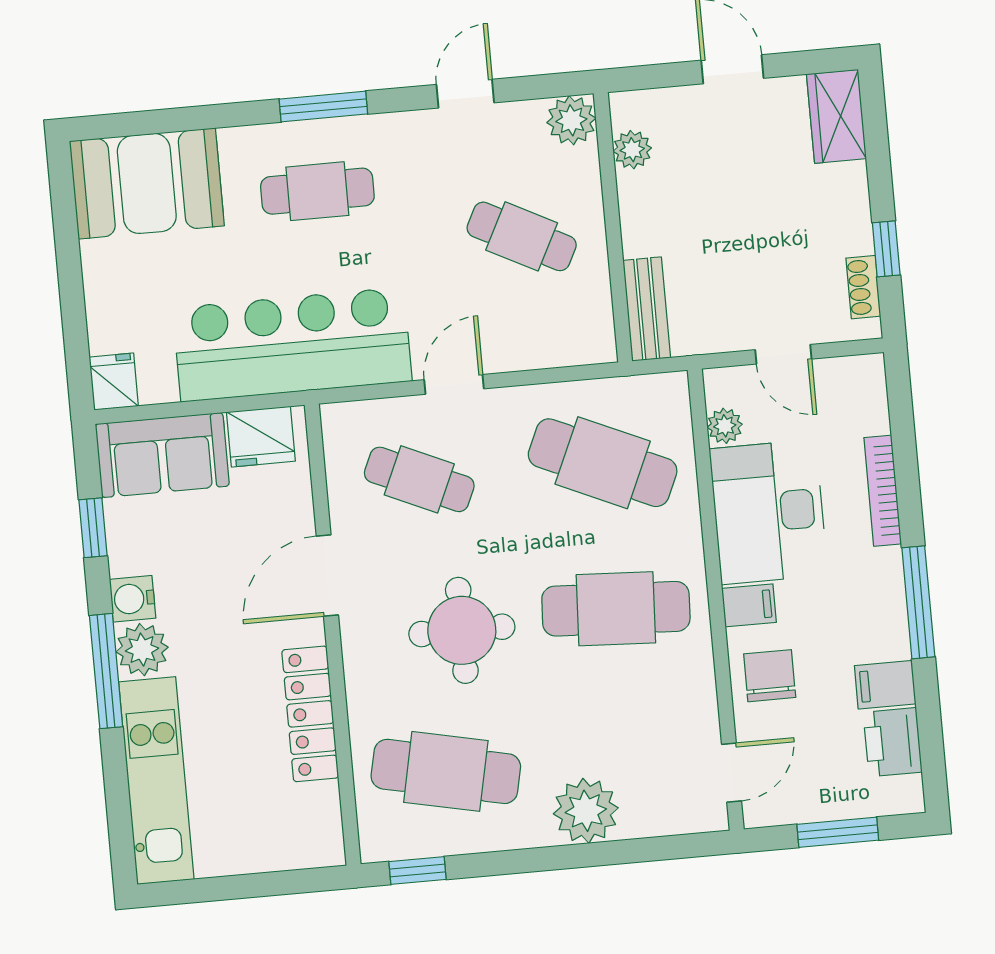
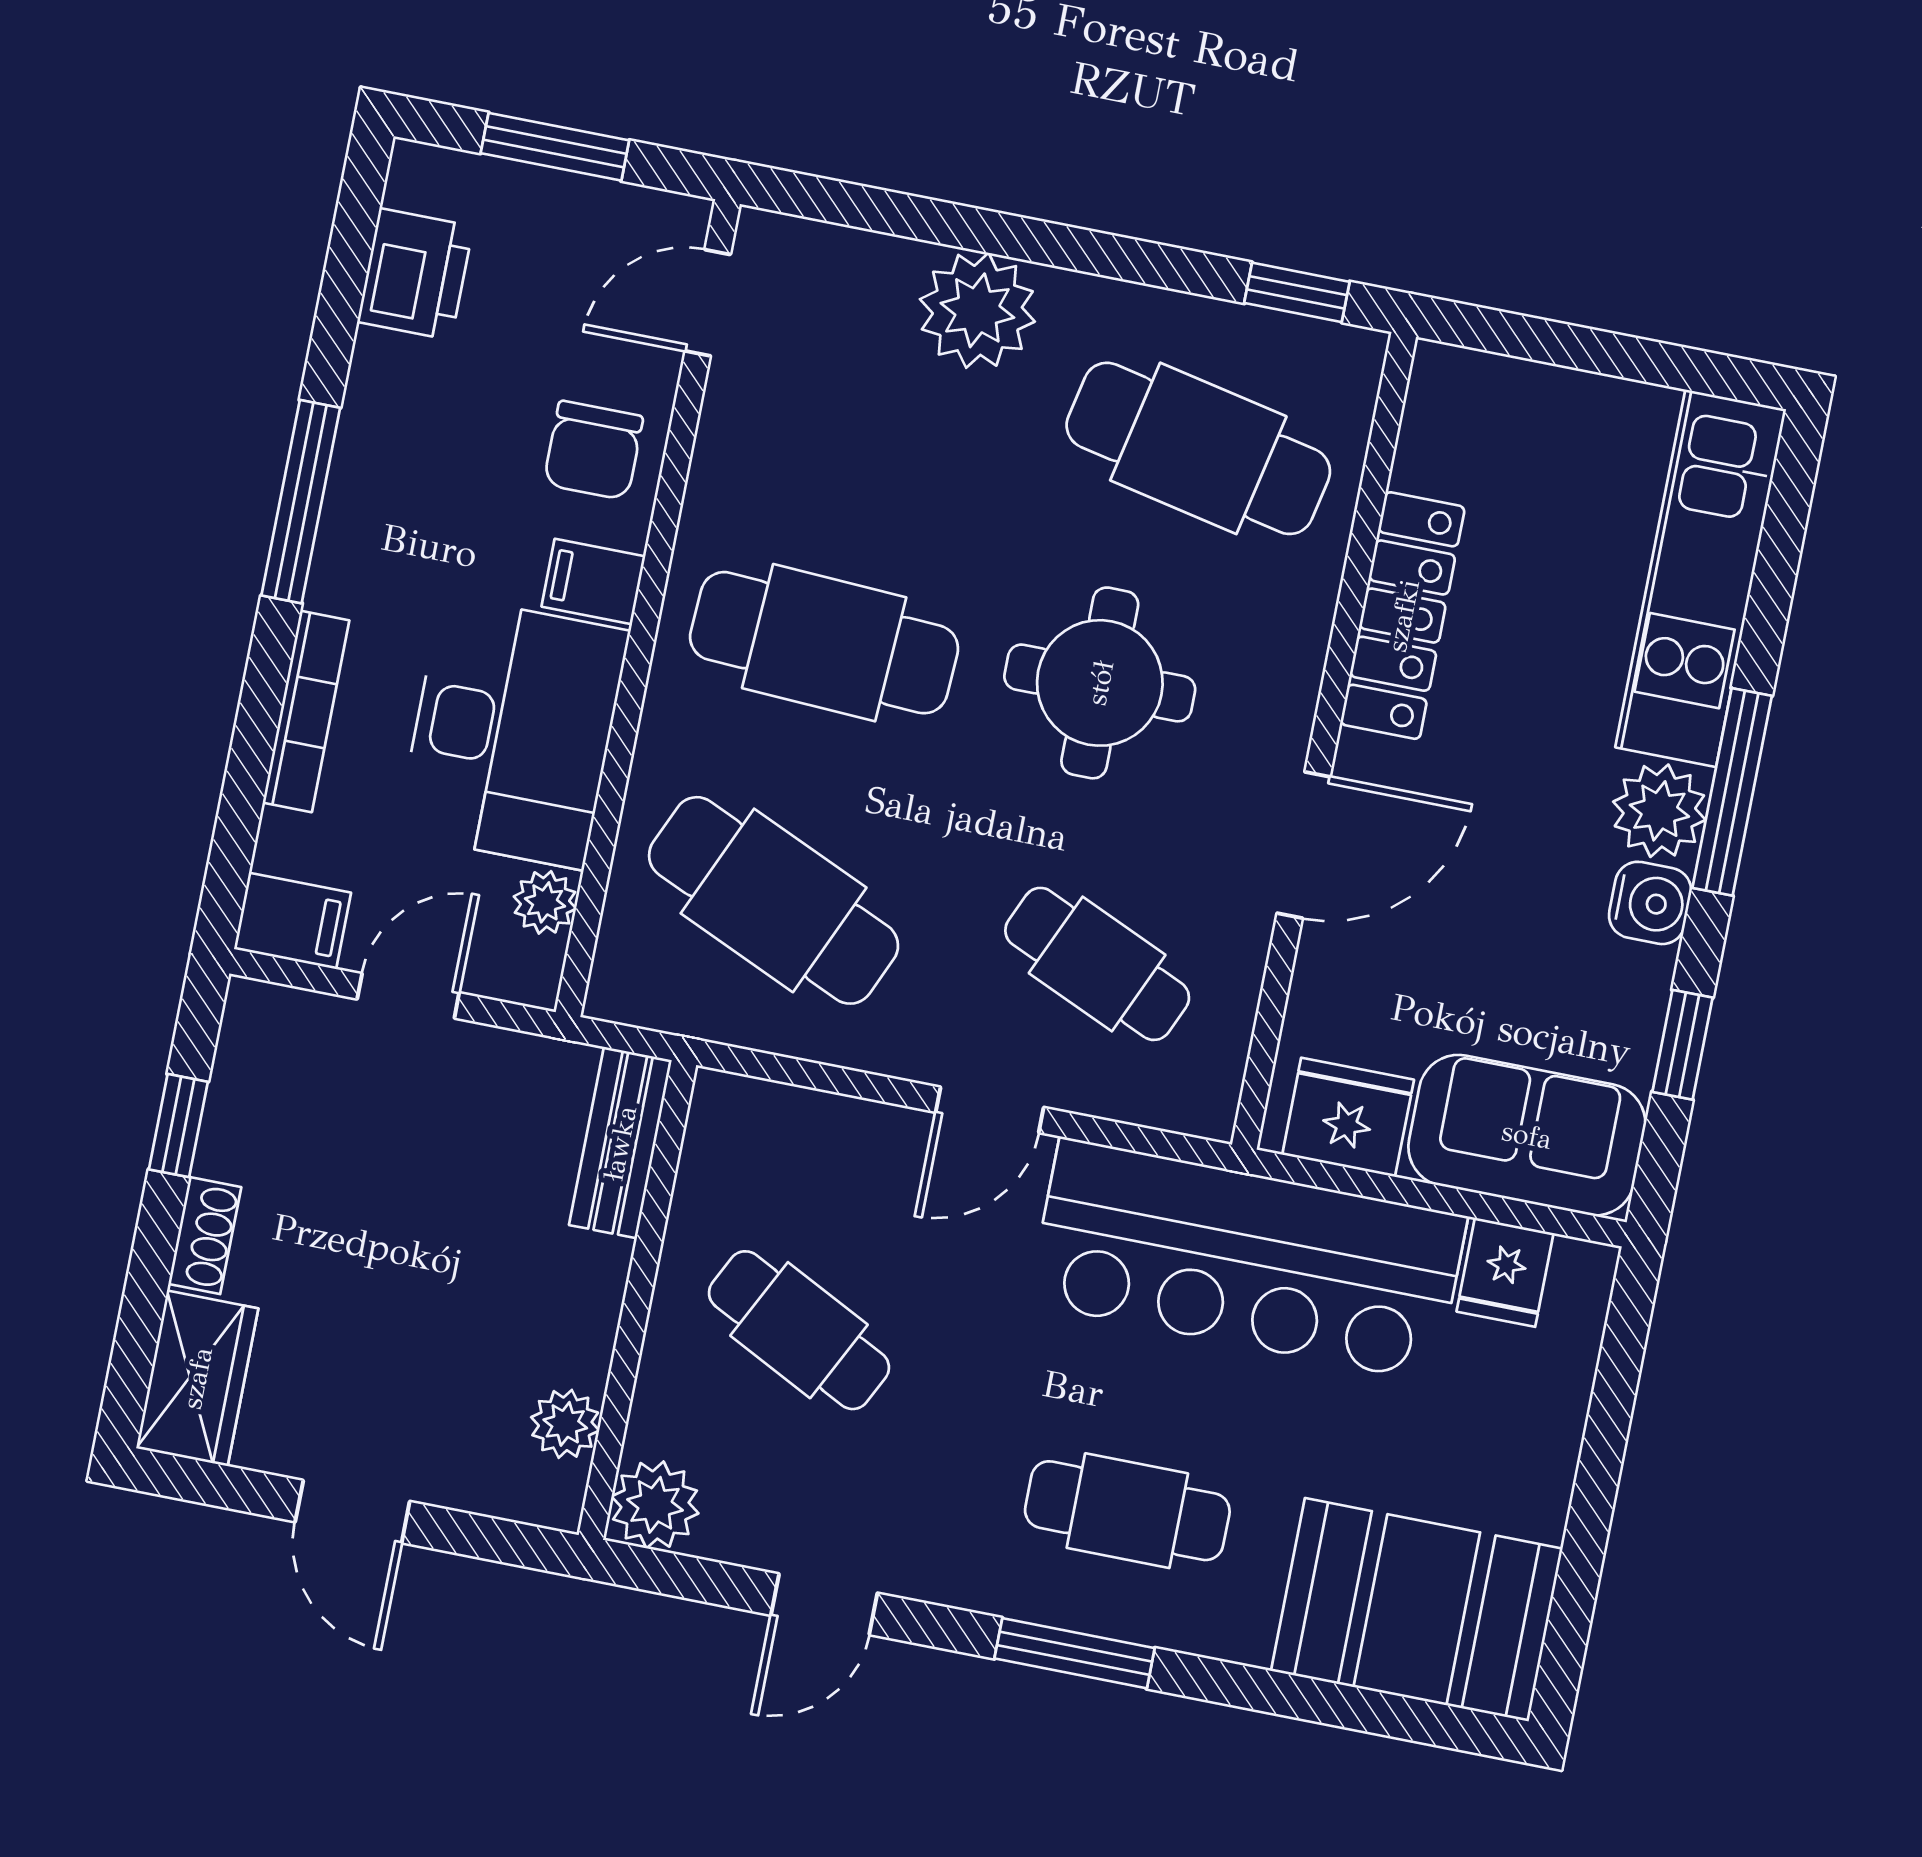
shoe rack: (863, 287) -> (205, 1236), moved
door: (783, 354) -> (408, 996), hinge flipped
fridge: (114, 382) -> (1505, 1272), moved
filing cabinet: (885, 685) -> (292, 921), moved

